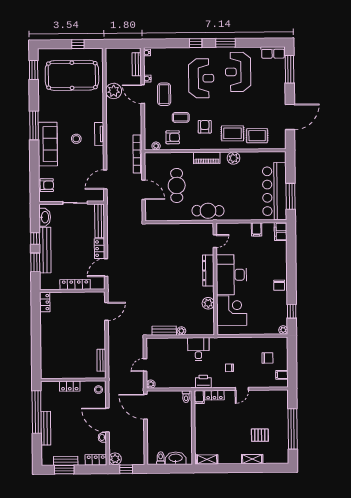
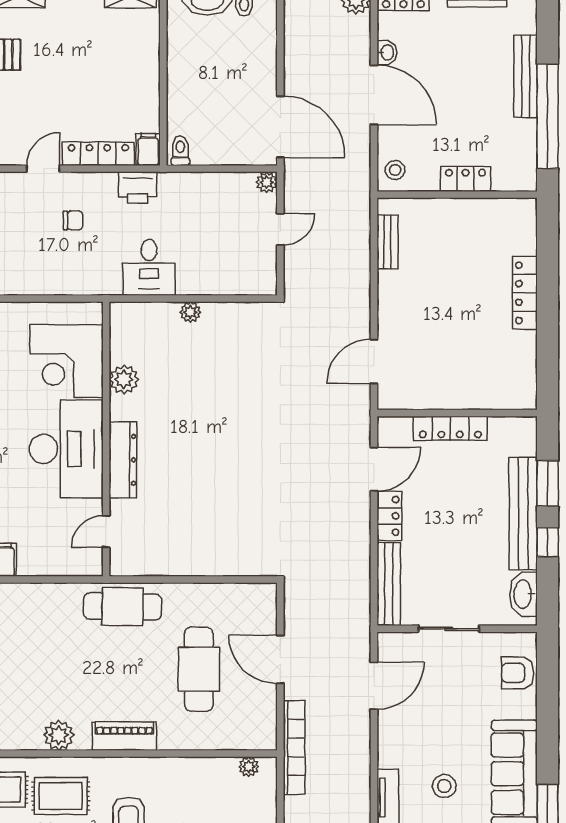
armchair: (173, 137) -> (207, 788), removed
locker: (45, 302) -> (525, 293), moved, width x1.53
bench: (164, 331) -> (232, 313), removed
locker: (214, 395) -> (98, 154), width x1.53

